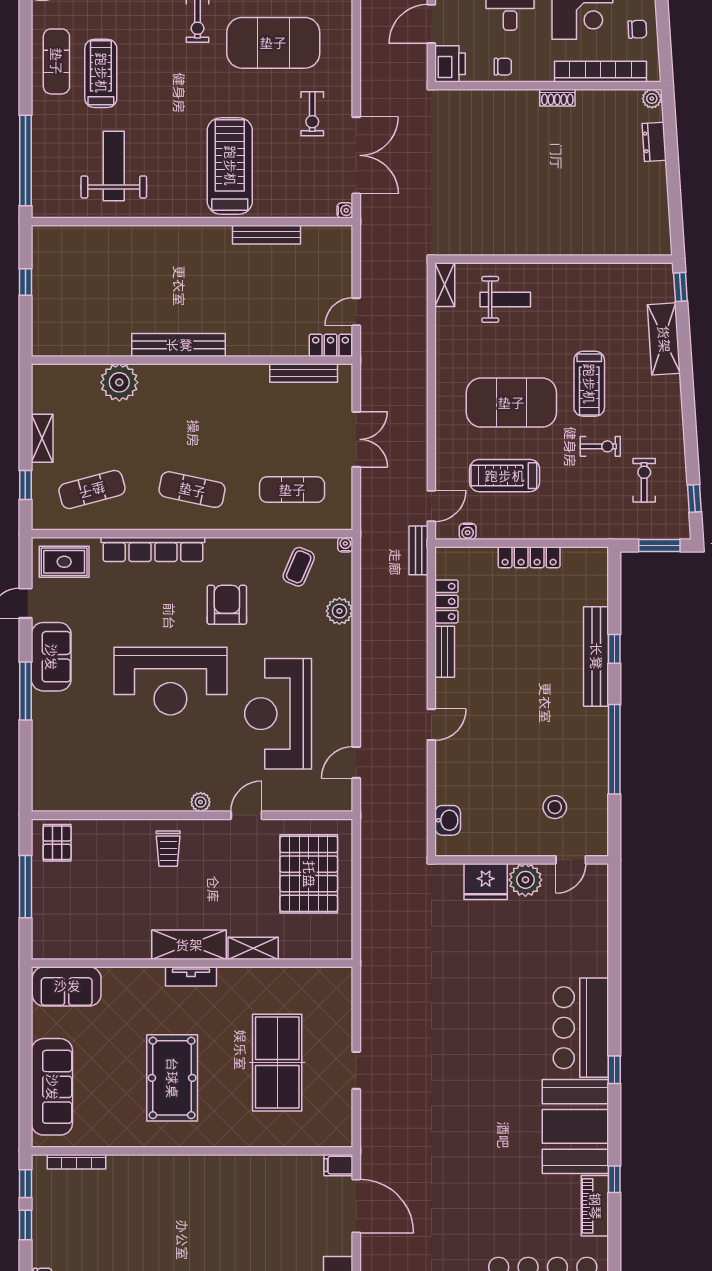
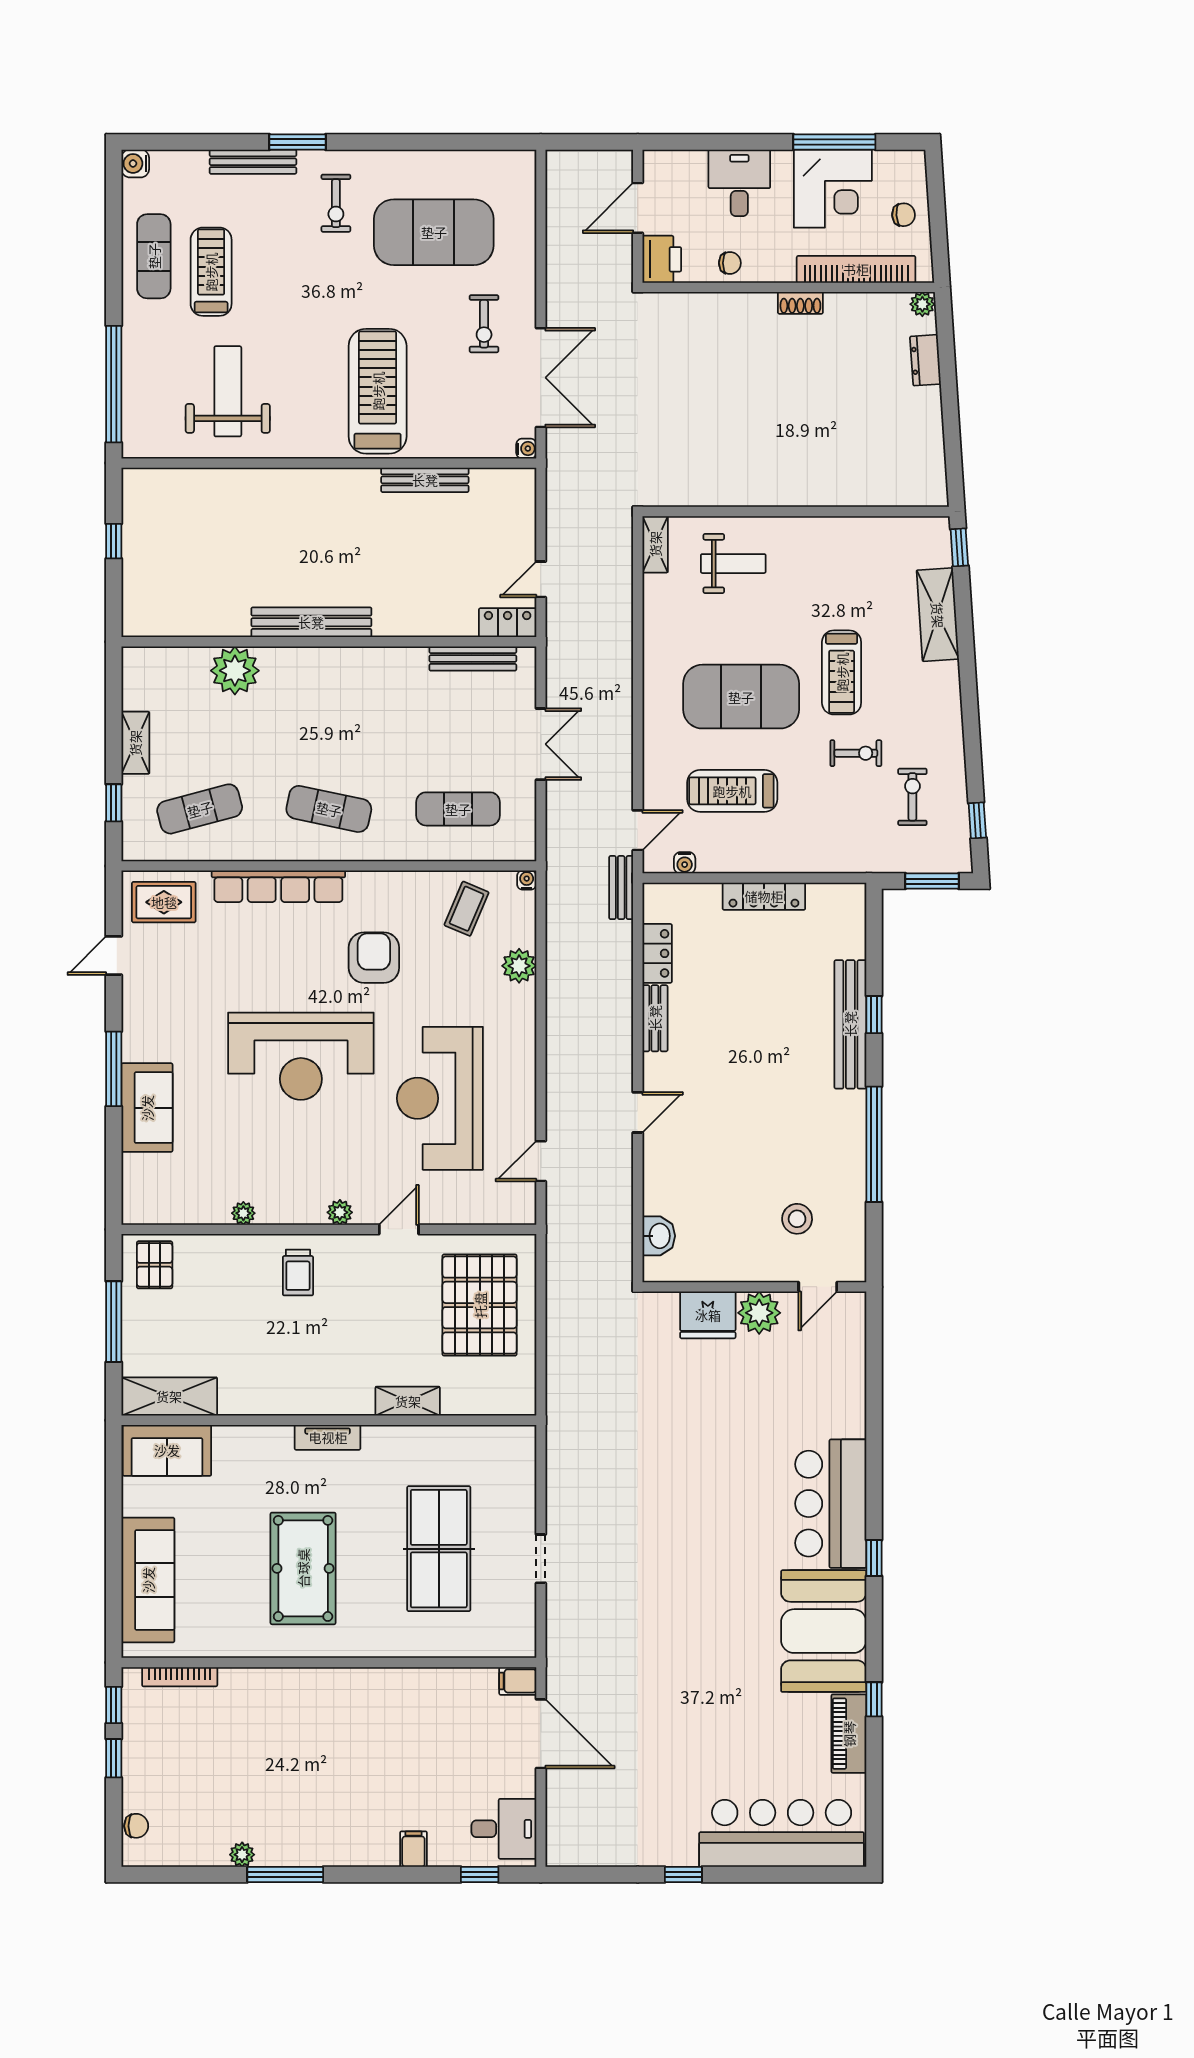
sofa: (51, 657) -> (147, 1108), moved
plant: (126, 803) -> (243, 1213), added
shelving: (189, 945) -> (169, 1396), moved

